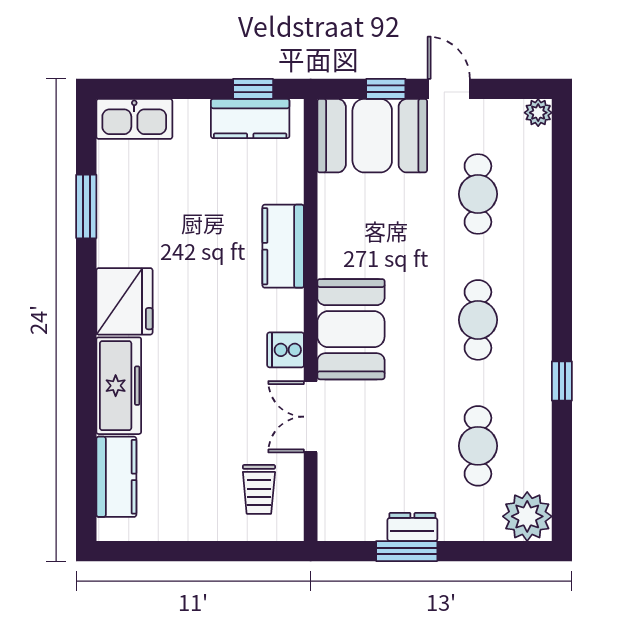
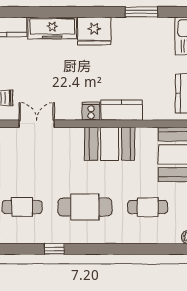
cafe table: (478, 320) -> (85, 207), width x1.37, depth x1.35
booth: (351, 329) -> (110, 144), moved
cooker: (286, 350) -> (91, 111), moved

